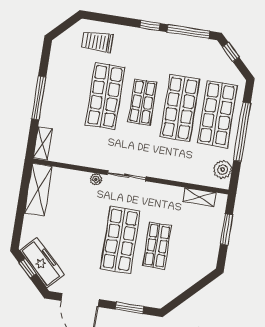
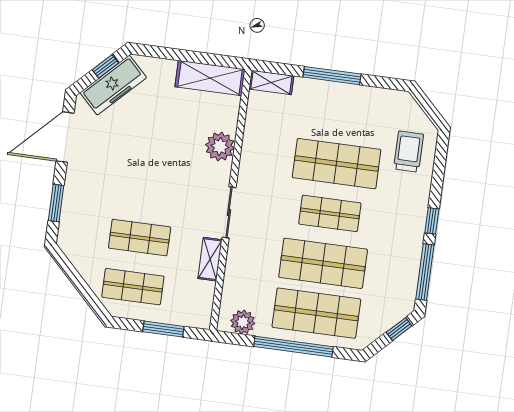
sliding door: (127, 176) -> (229, 212), moved
plant: (96, 179) -> (220, 146), width x1.88, depth x1.88
shelving: (199, 197) -> (210, 259), moved
shop shelf: (120, 240) -> (133, 287), moved, width x0.70, depth x0.74

